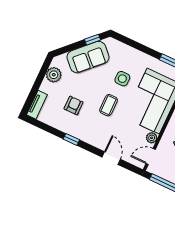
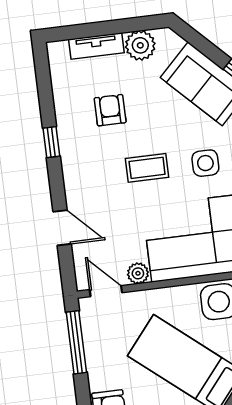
tv unit: (37, 105) -> (96, 46), moved
armchair: (74, 105) -> (110, 110), turned -90
door: (111, 158) -> (62, 228), hinge flipped

